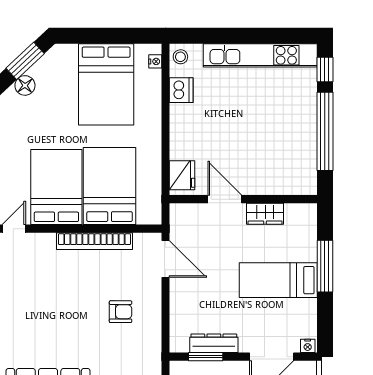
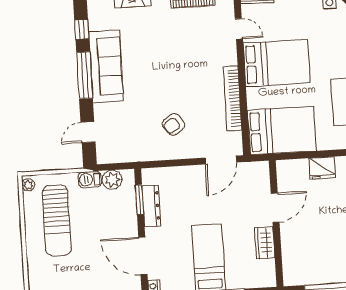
fridge: (182, 175) -> (322, 168), moved
bed: (110, 186) -> (282, 131), moved
armchair: (121, 312) -> (173, 124), turned 55

